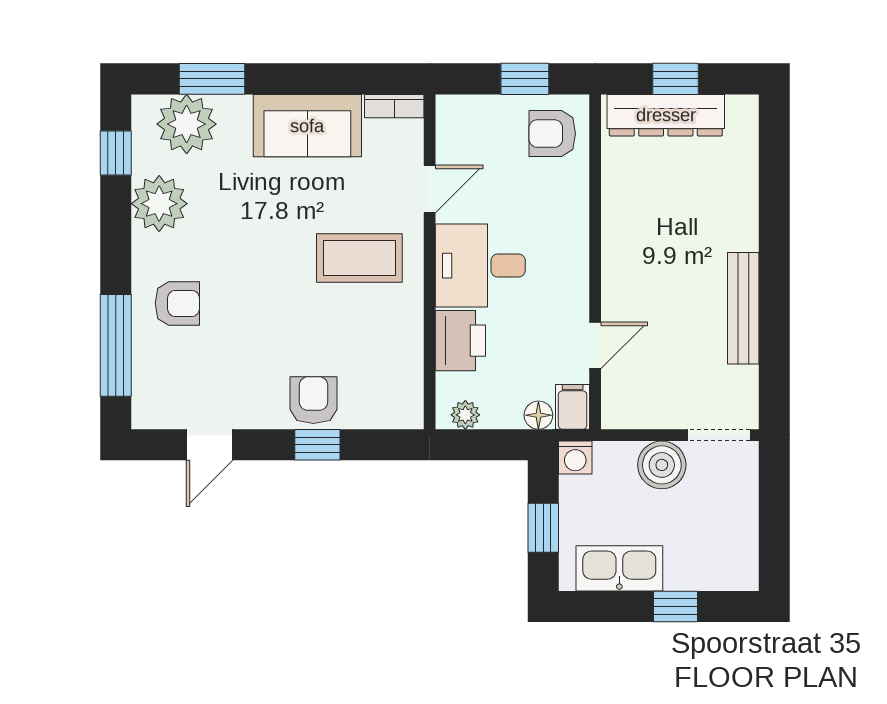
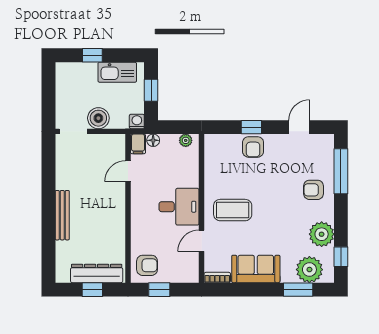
bench: (743, 308) -> (62, 215), moved
printer: (460, 341) -> (188, 173), removed

